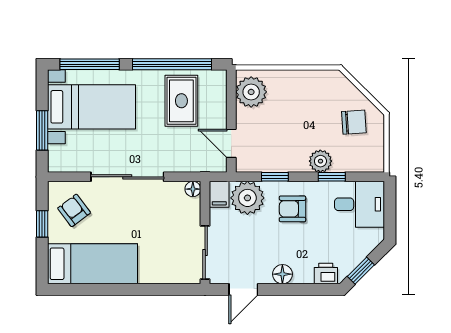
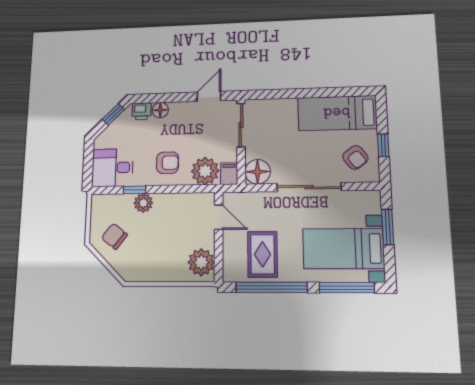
chair: (354, 122) -> (114, 236), turned 42
window: (275, 177) -> (182, 189), removed
floor lamp: (193, 189) -> (258, 172), width x1.89, depth x1.89
floor lamp: (282, 274) -> (160, 110), moved

